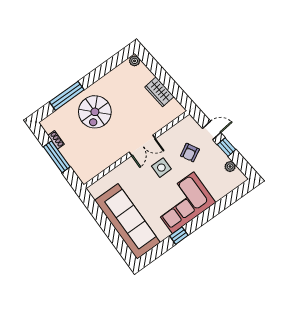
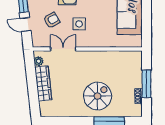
plant: (135, 61) -> (39, 61), moved
wardrobe: (159, 92) -> (43, 83), width x1.50
double door: (142, 145) -> (63, 49), moved

